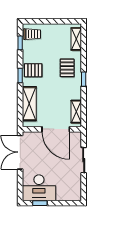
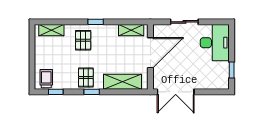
pallet: (67, 68) -> (83, 40), turned 90
desk: (39, 188) -> (215, 43), moved

